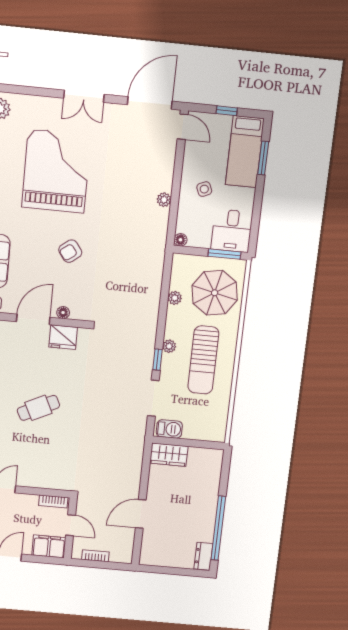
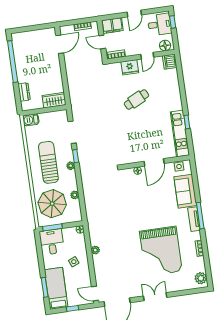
armchair: (70, 251) -> (142, 207), removed
fridge: (63, 337) -> (130, 67), moved, turned 180
cafe table: (38, 408) -> (136, 99), moved
barbecue: (169, 429) -> (31, 120), moved
door: (141, 514) -> (60, 44), moved
dresser: (203, 556) -> (24, 92), moved

